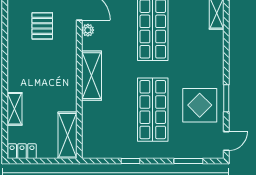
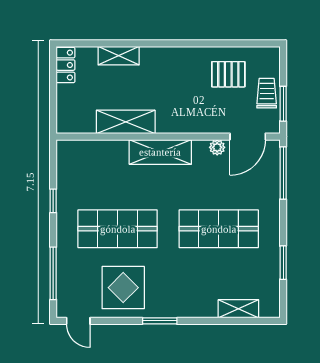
pallet: (42, 26) -> (228, 74), moved
window: (226, 98) -> (160, 321), moved
shelving: (67, 135) -> (126, 122), moved
window: (188, 161) -> (53, 273), width x1.44

